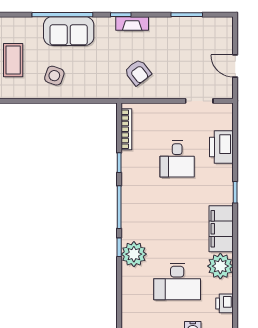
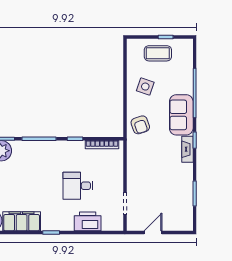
sofa: (69, 31) -> (181, 115), moved
armchair: (138, 72) -> (140, 125), moved, turned -71

